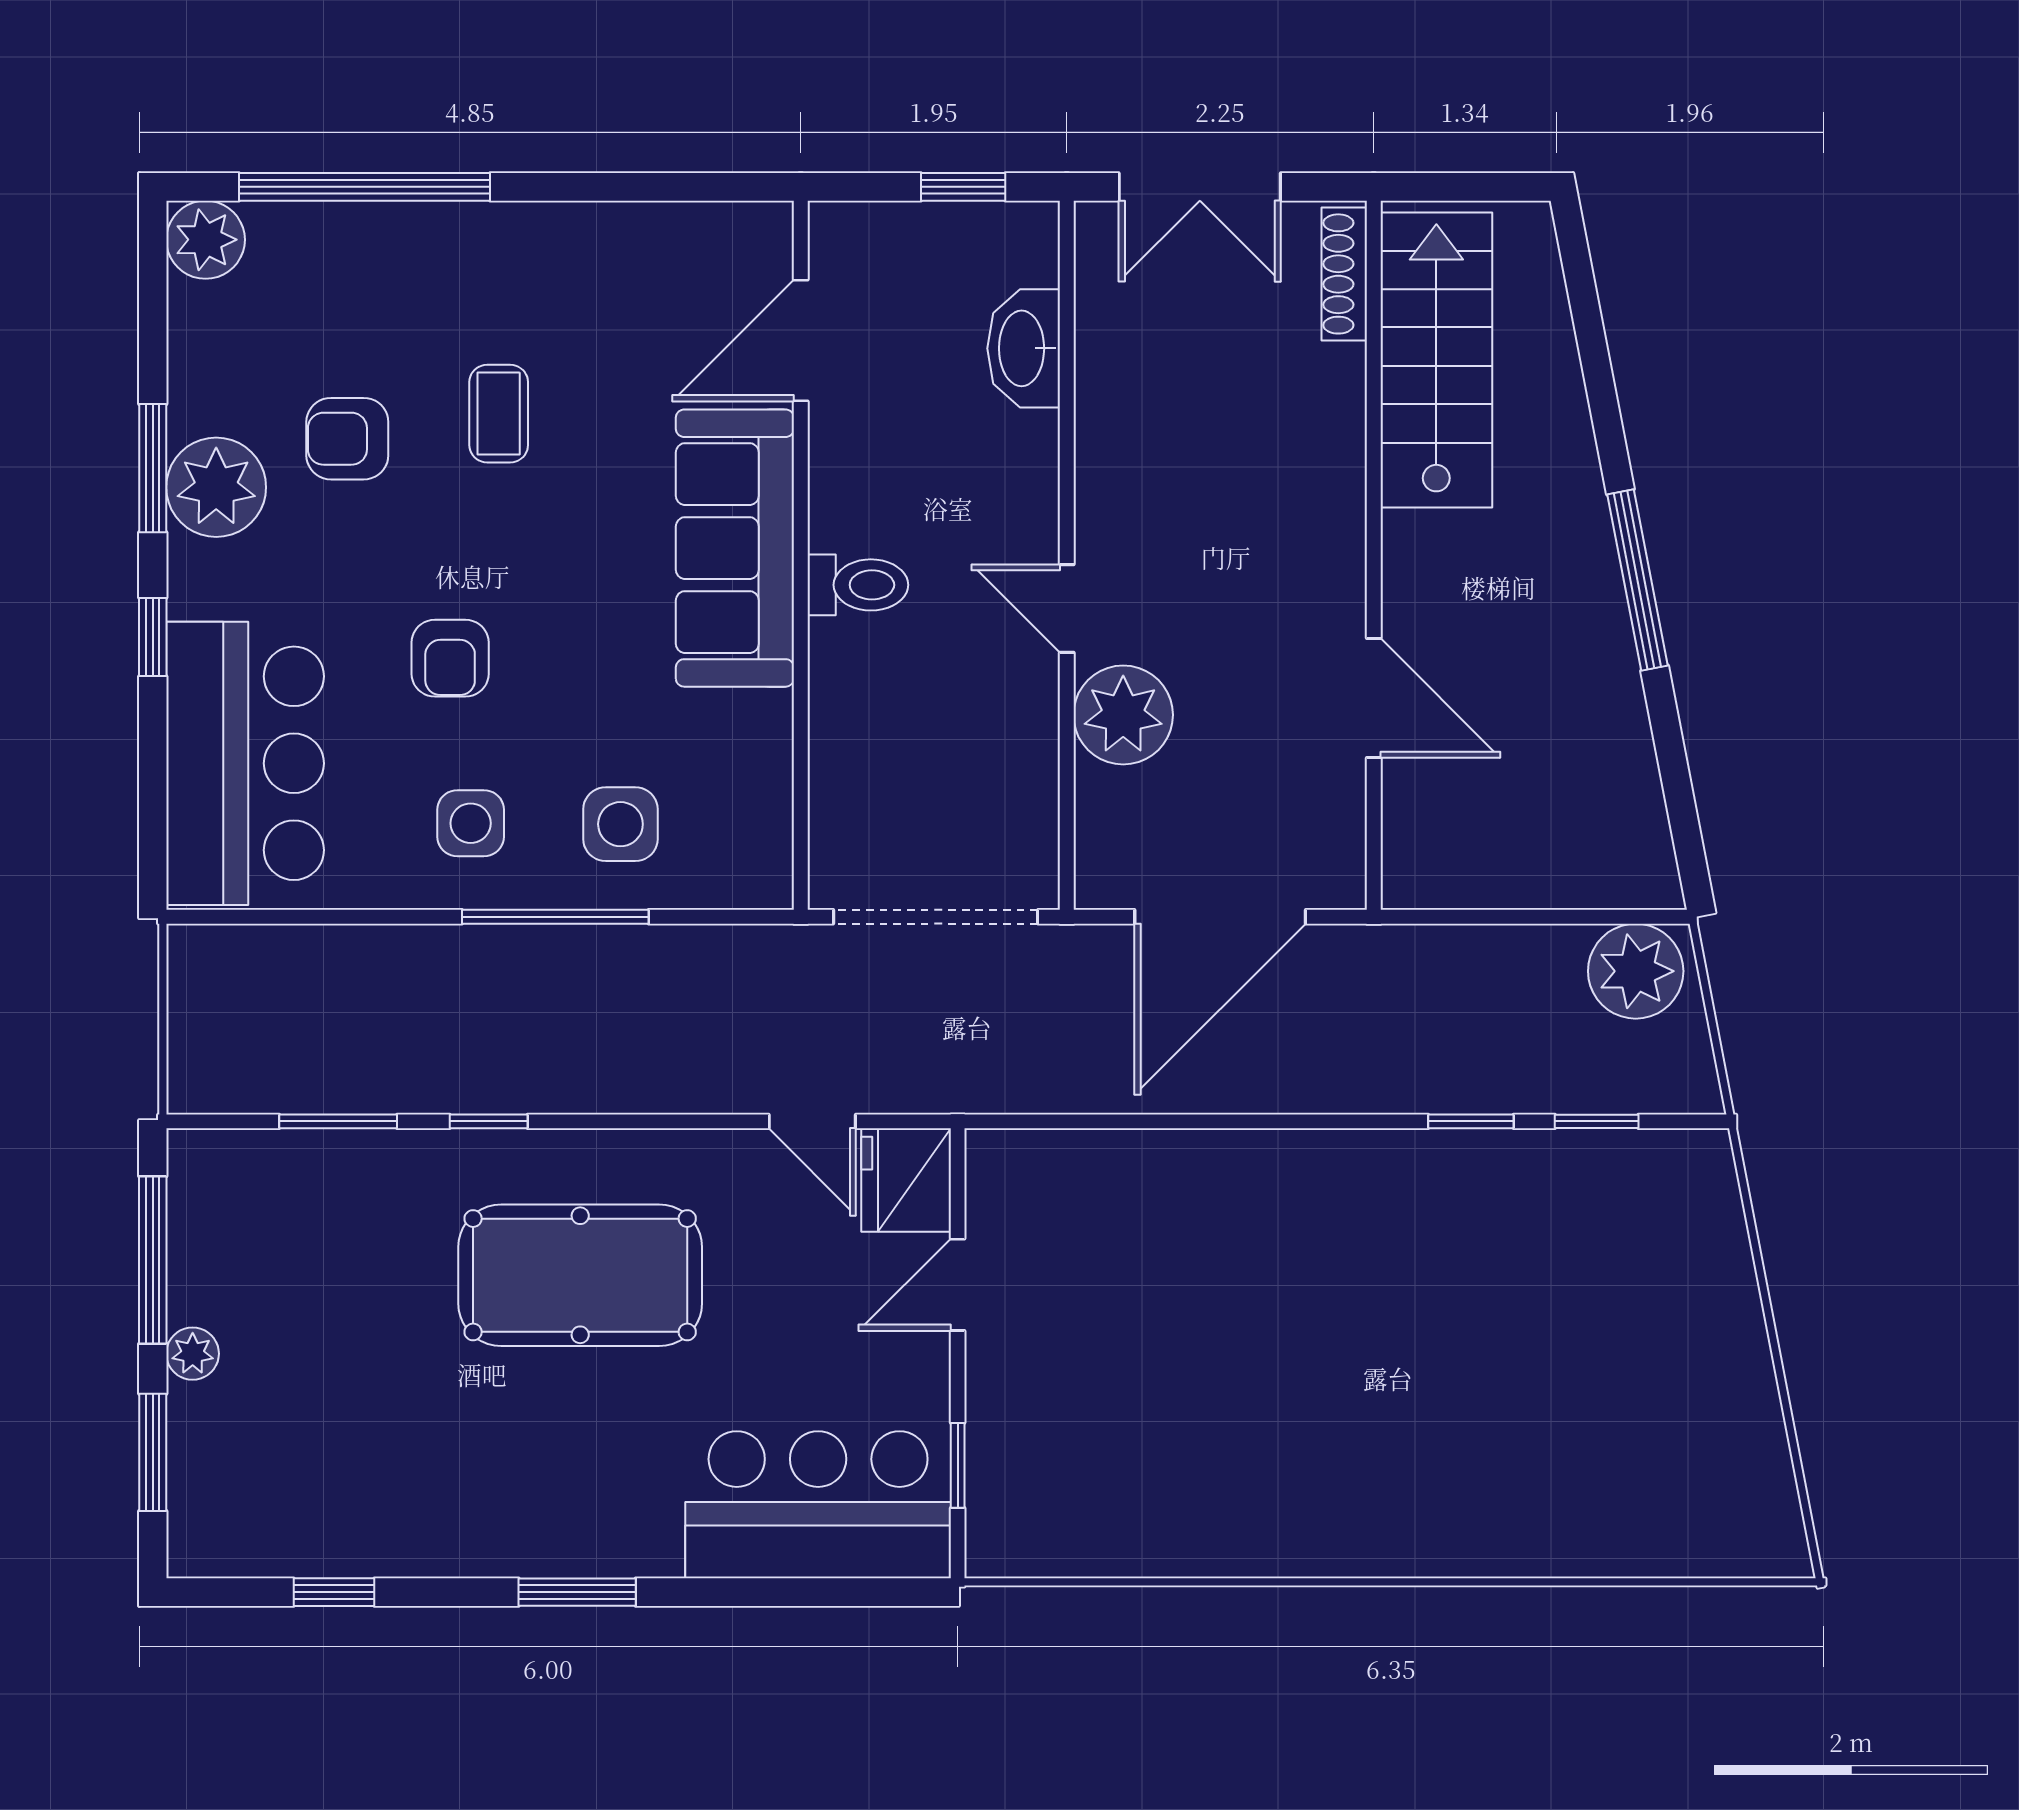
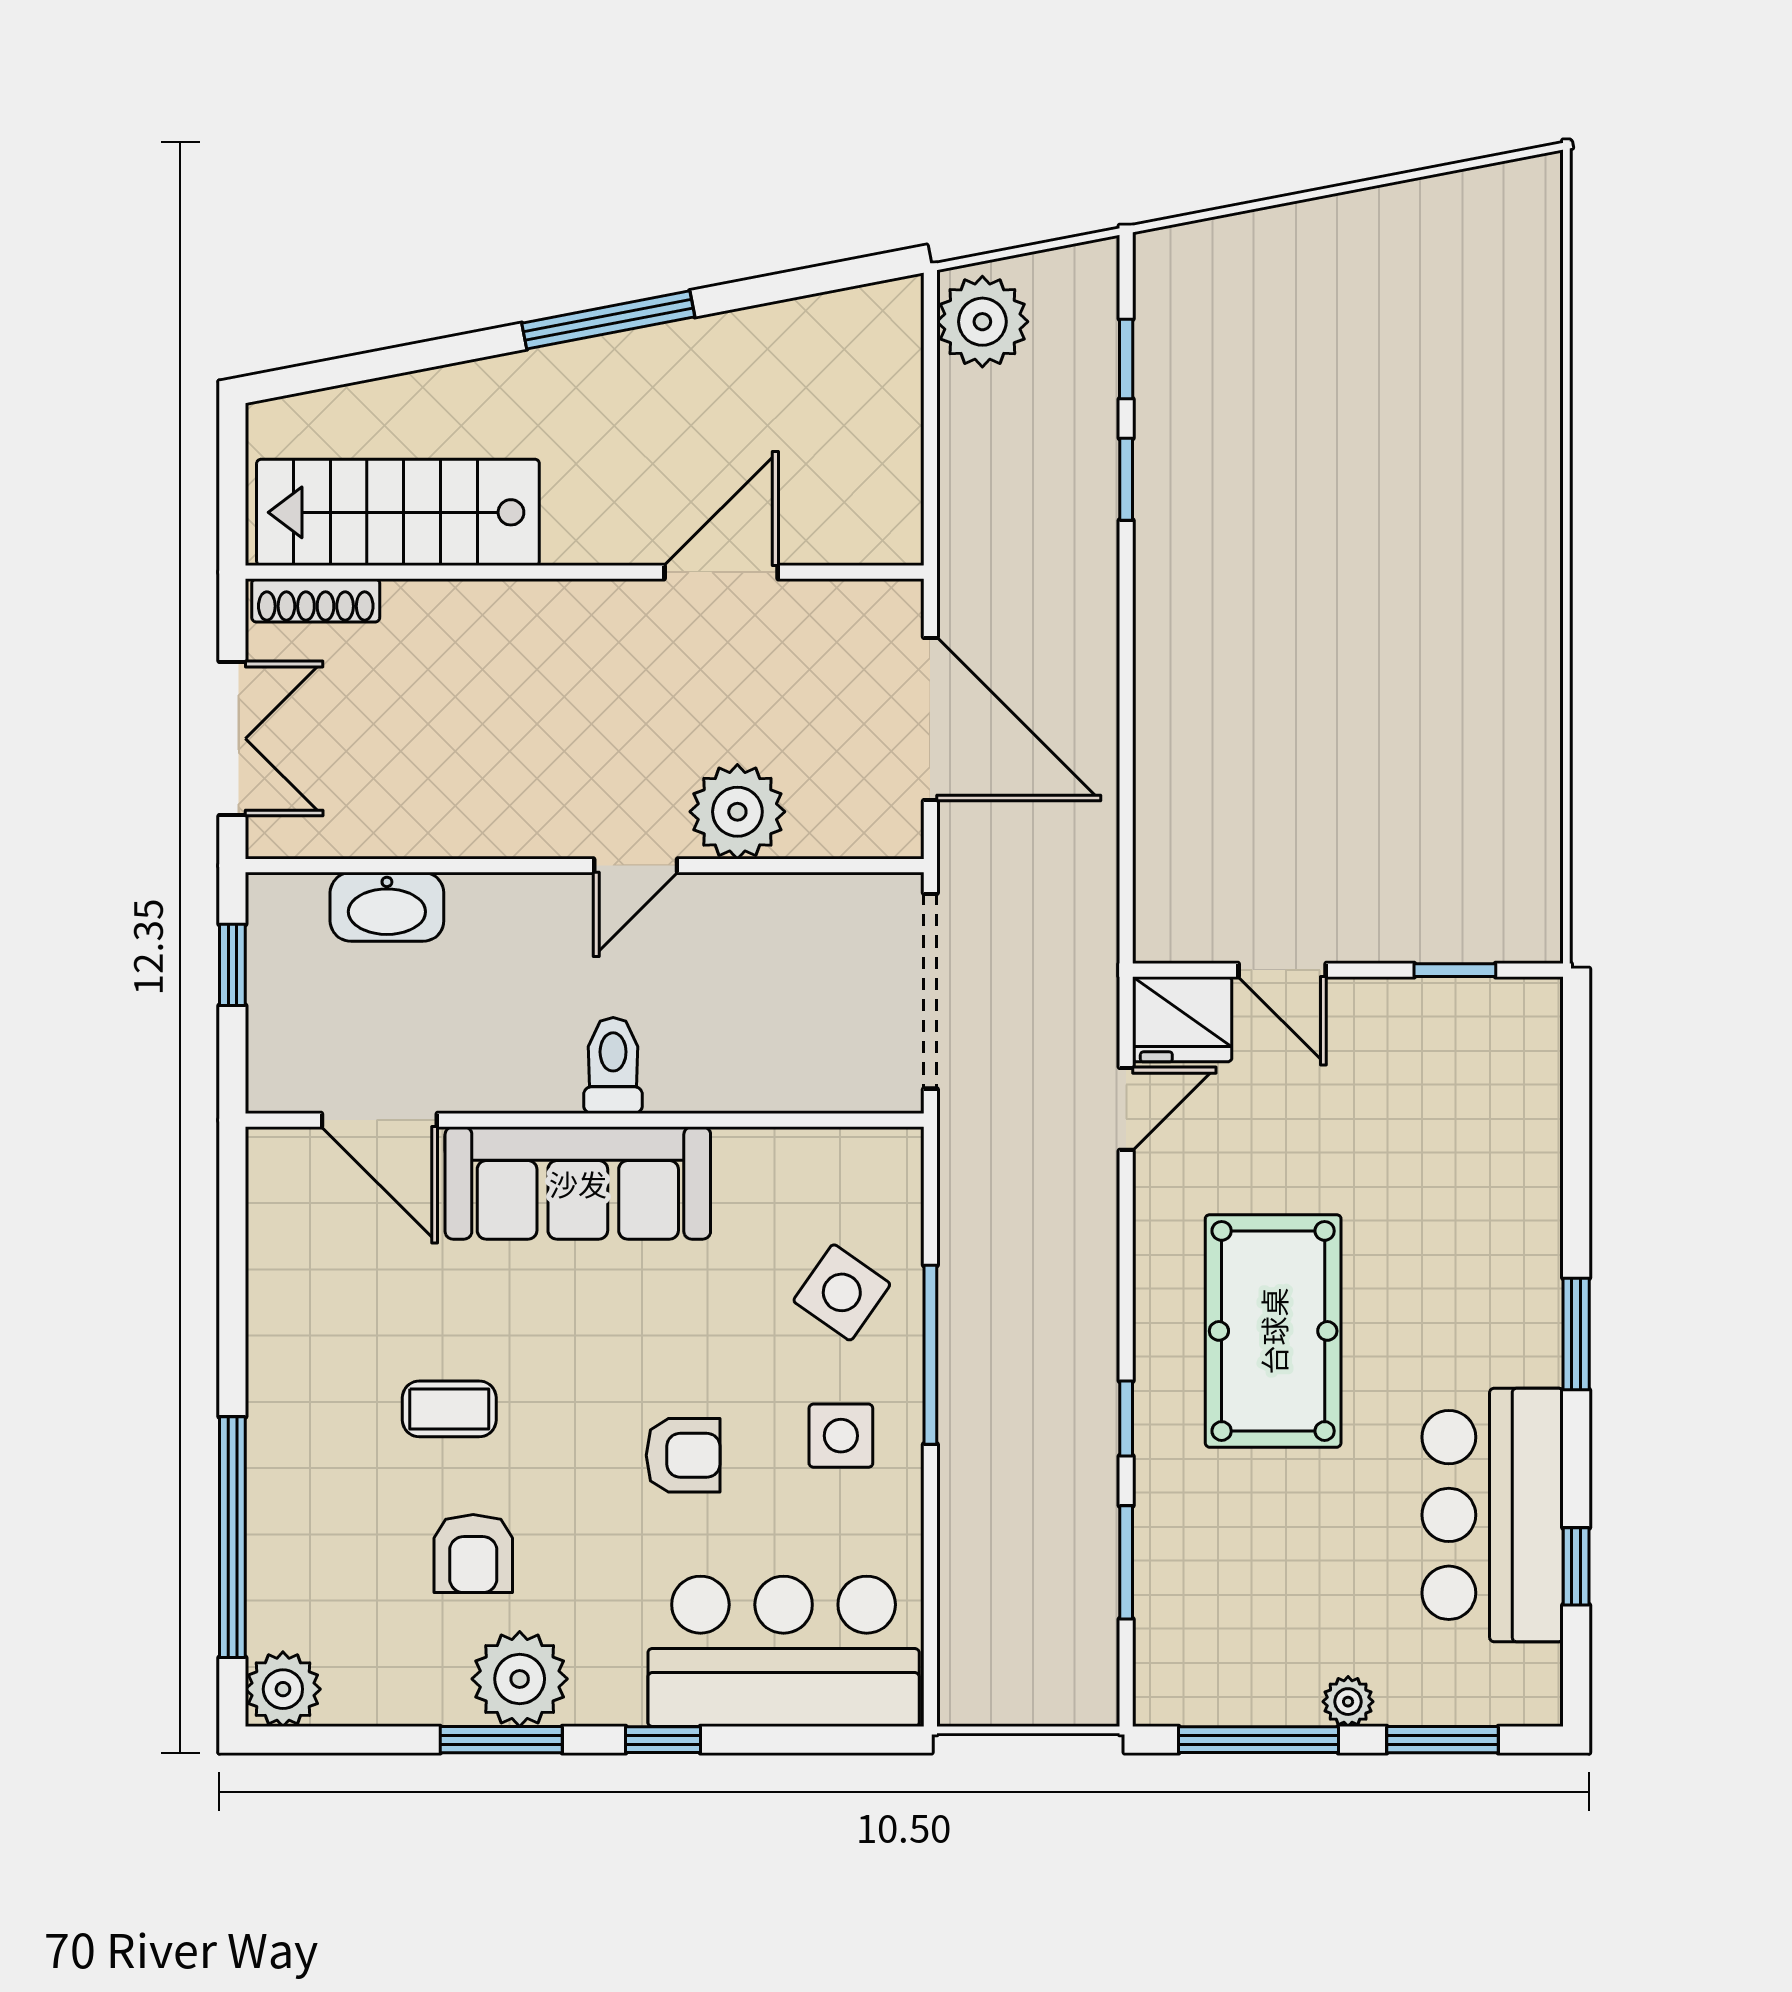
side table: (620, 824) -> (842, 1292), turned 35
bar counter: (818, 1505) -> (1493, 1515), moved

